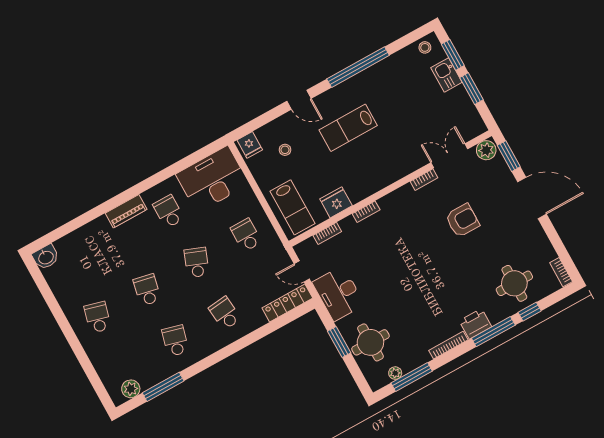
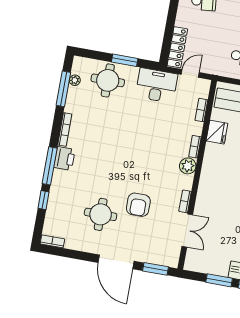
plant: (486, 150) -> (188, 166), moved
door: (532, 198) -> (116, 262), hinge flipped
round table: (514, 283) -> (101, 214), moved

